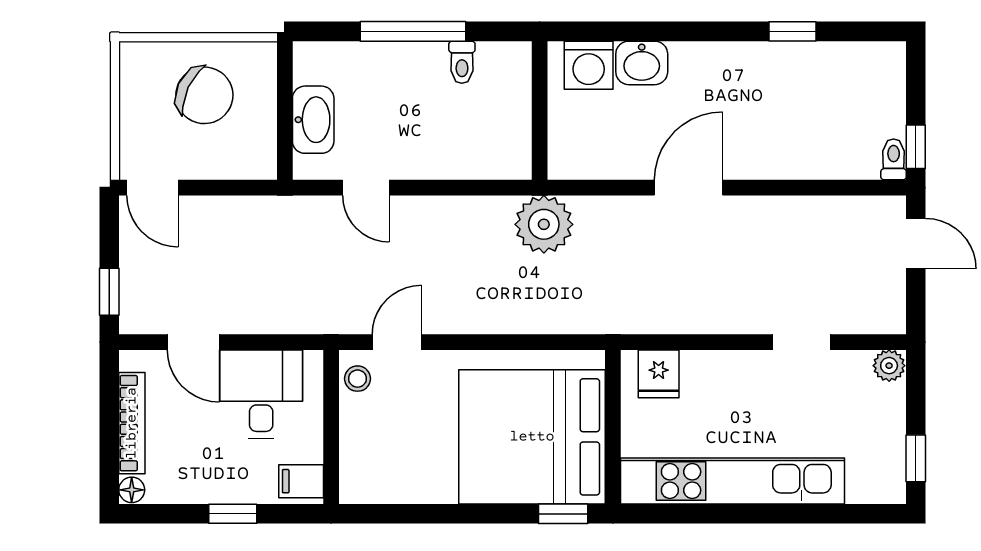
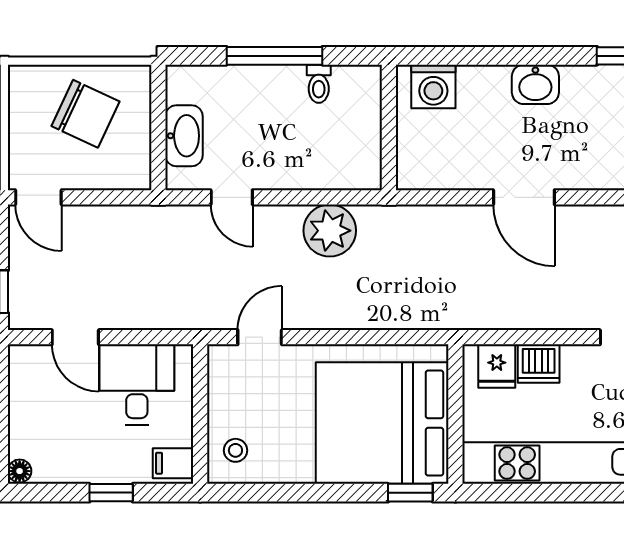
washbasin: (642, 63) -> (535, 84), moved
door: (689, 188) -> (524, 197), swing flipped
plant: (544, 224) -> (330, 231), moved
dishwasher: (705, 371) -> (539, 364), added
stool: (357, 379) -> (235, 450), moved
bookcase: (132, 423) -> (20, 411), removed

